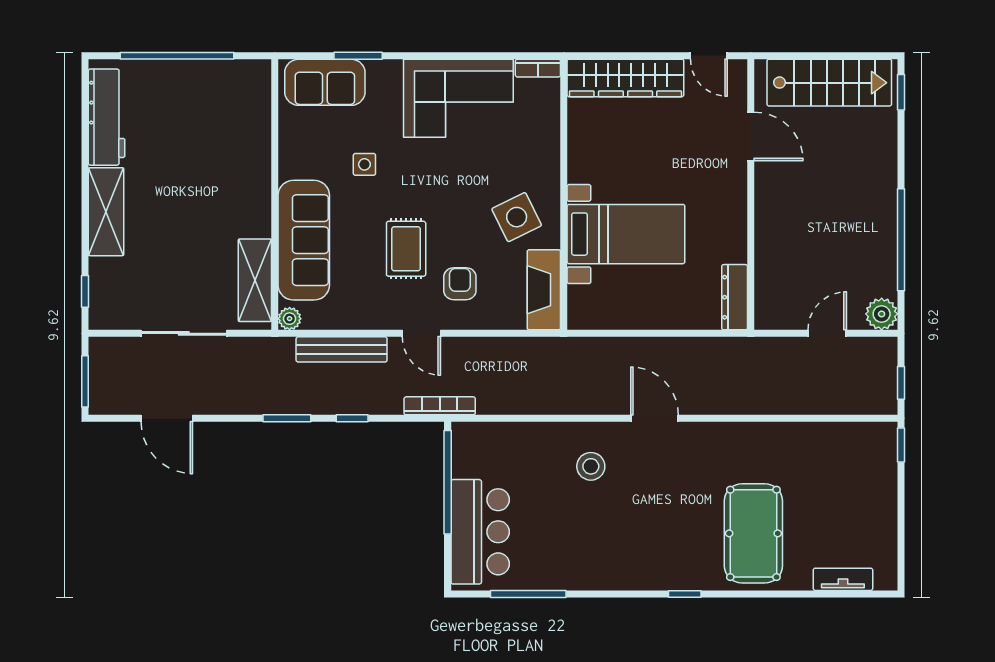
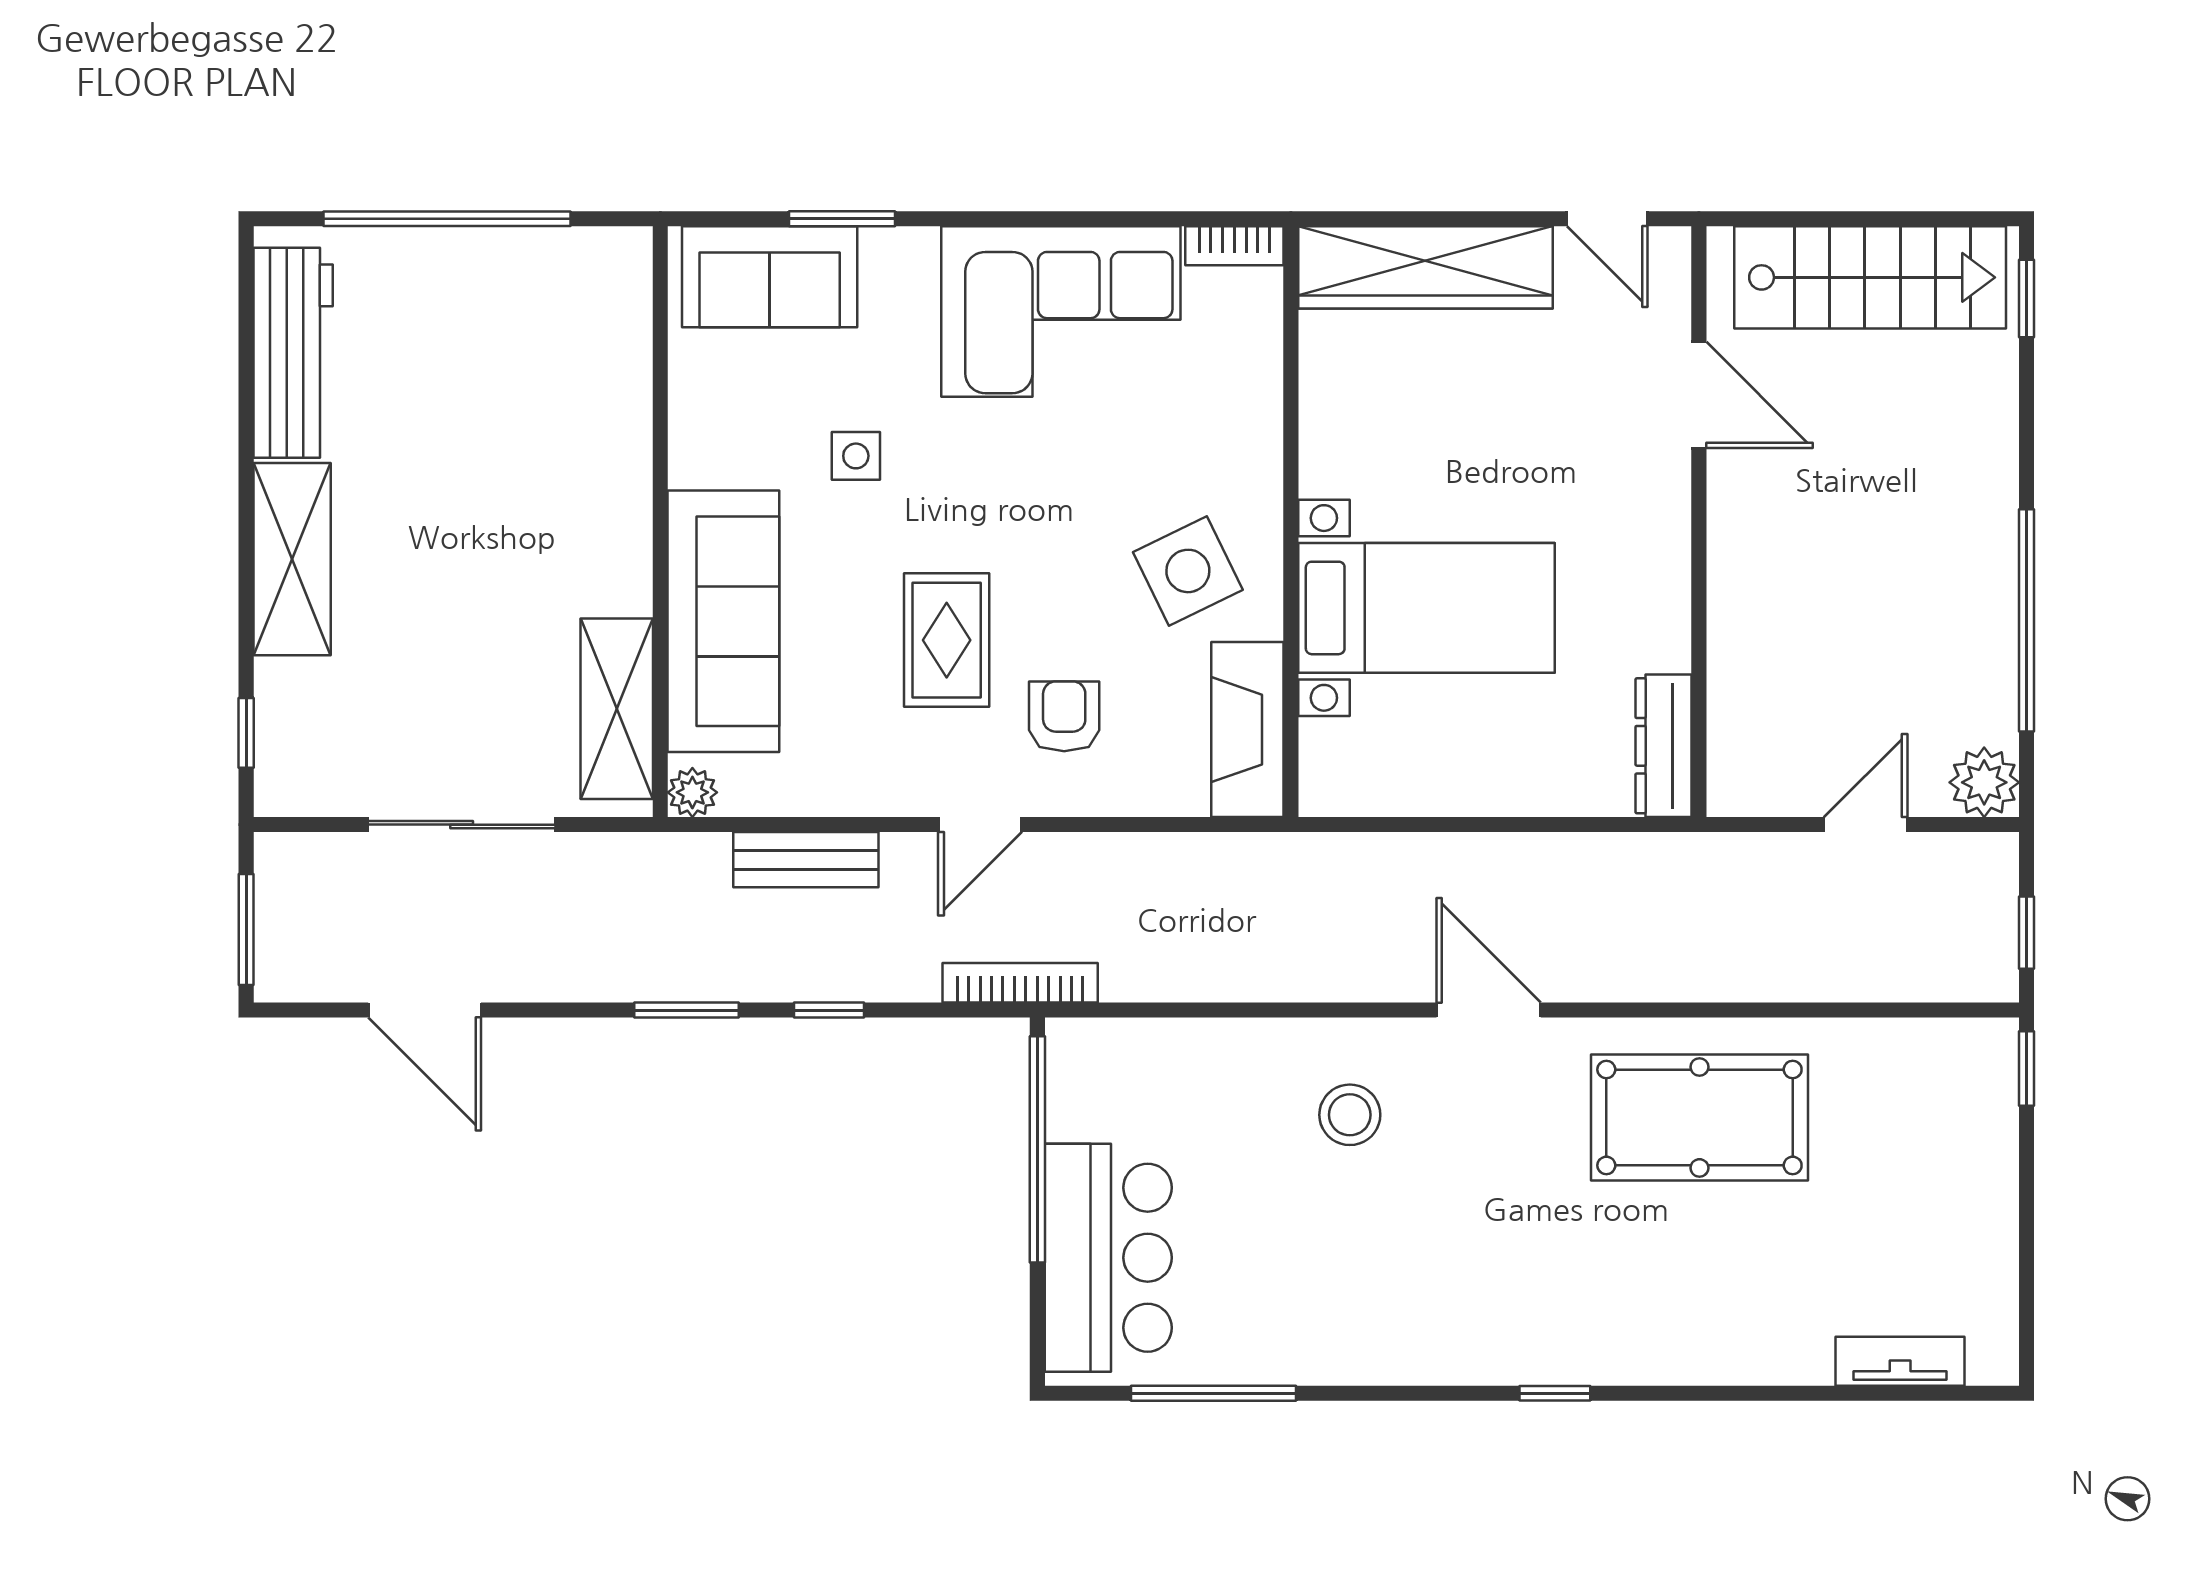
door: (421, 333) -> (980, 825), hinge flipped
bench: (342, 349) -> (806, 860), width x0.73
pool table: (753, 533) -> (1699, 1117), moved, turned 90

